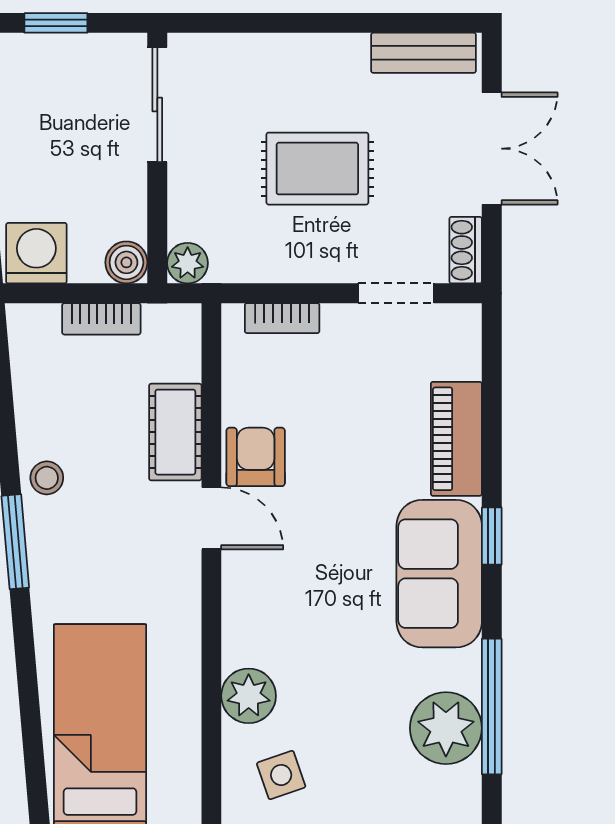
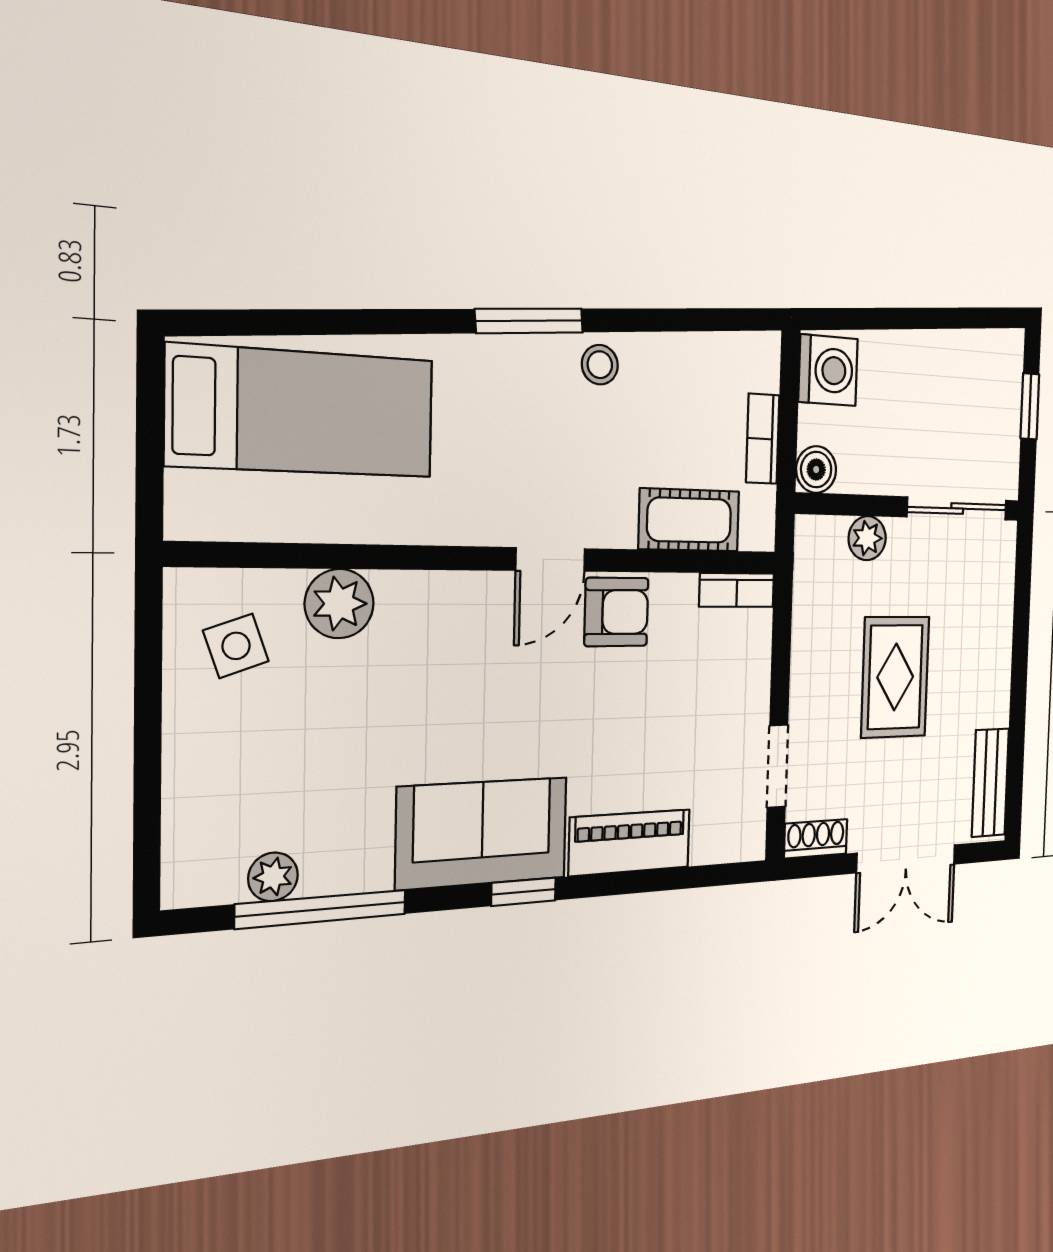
plant: (188, 263) -> (867, 538), moved
bookcase: (282, 318) -> (737, 590), moved, turned -90
cot: (175, 432) -> (689, 520), moved
plant: (446, 728) -> (273, 877), width x0.53, depth x0.53

